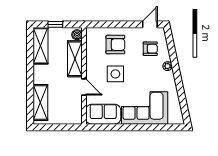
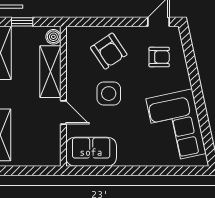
armchair: (115, 45) -> (109, 51), turned 56
plant: (168, 66) -> (184, 82), removed
corner sofa: (145, 108) -> (176, 126), moved, turned -102

